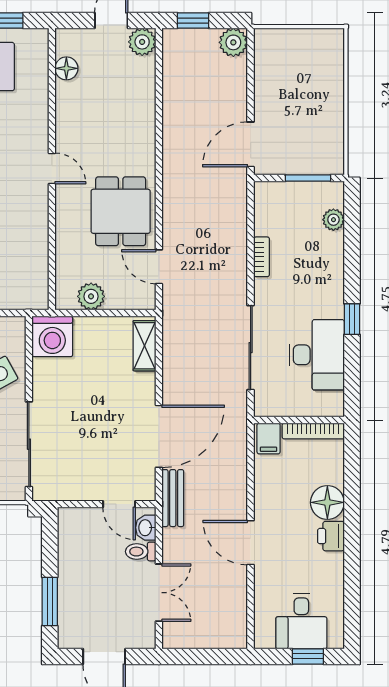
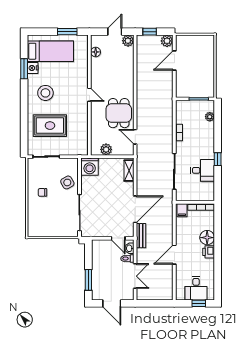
door: (251, 144) -> (174, 60), moved
desk: (317, 355) -> (203, 170), width x0.73
door: (251, 543) -> (174, 255), hinge flipped

